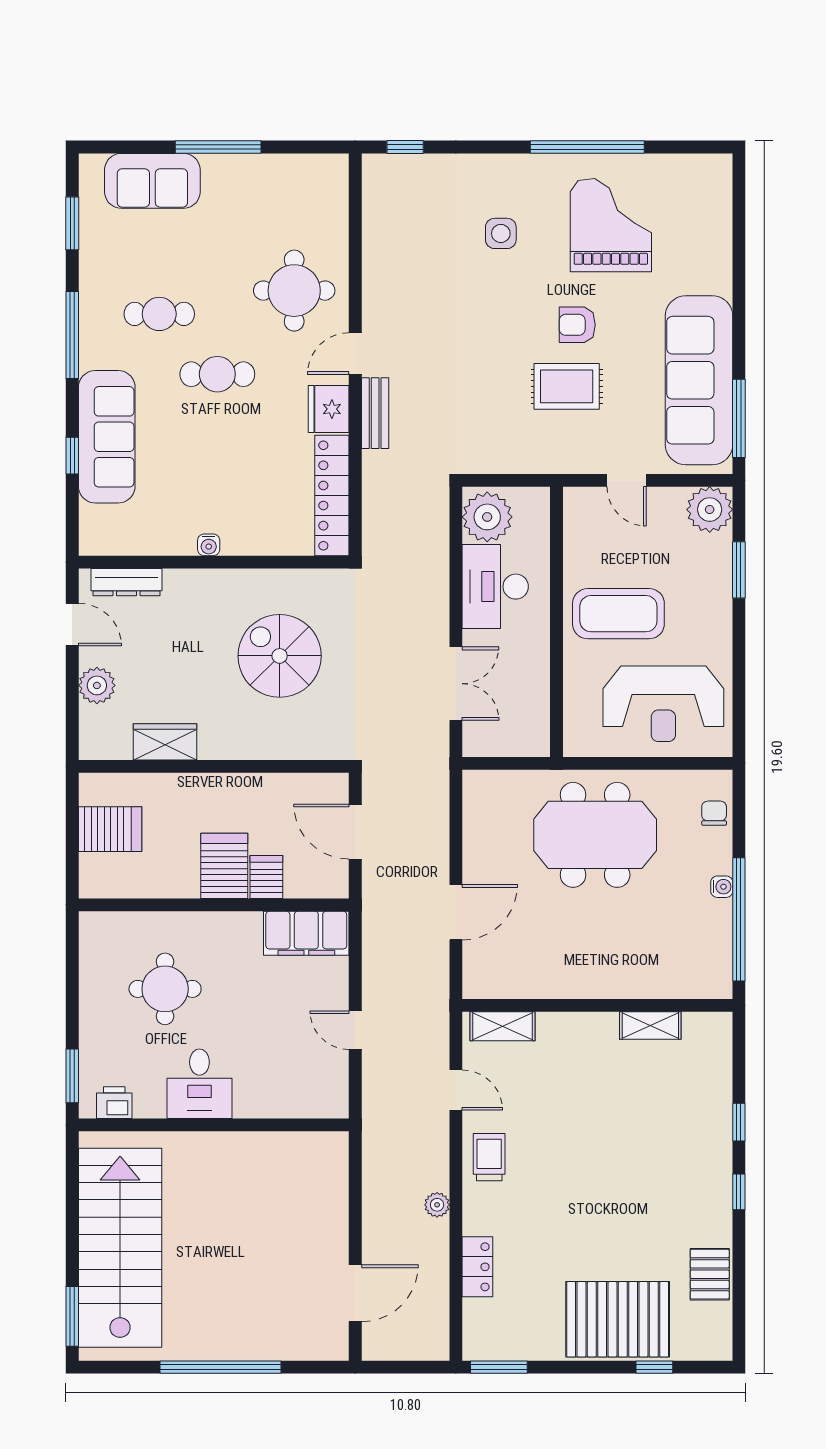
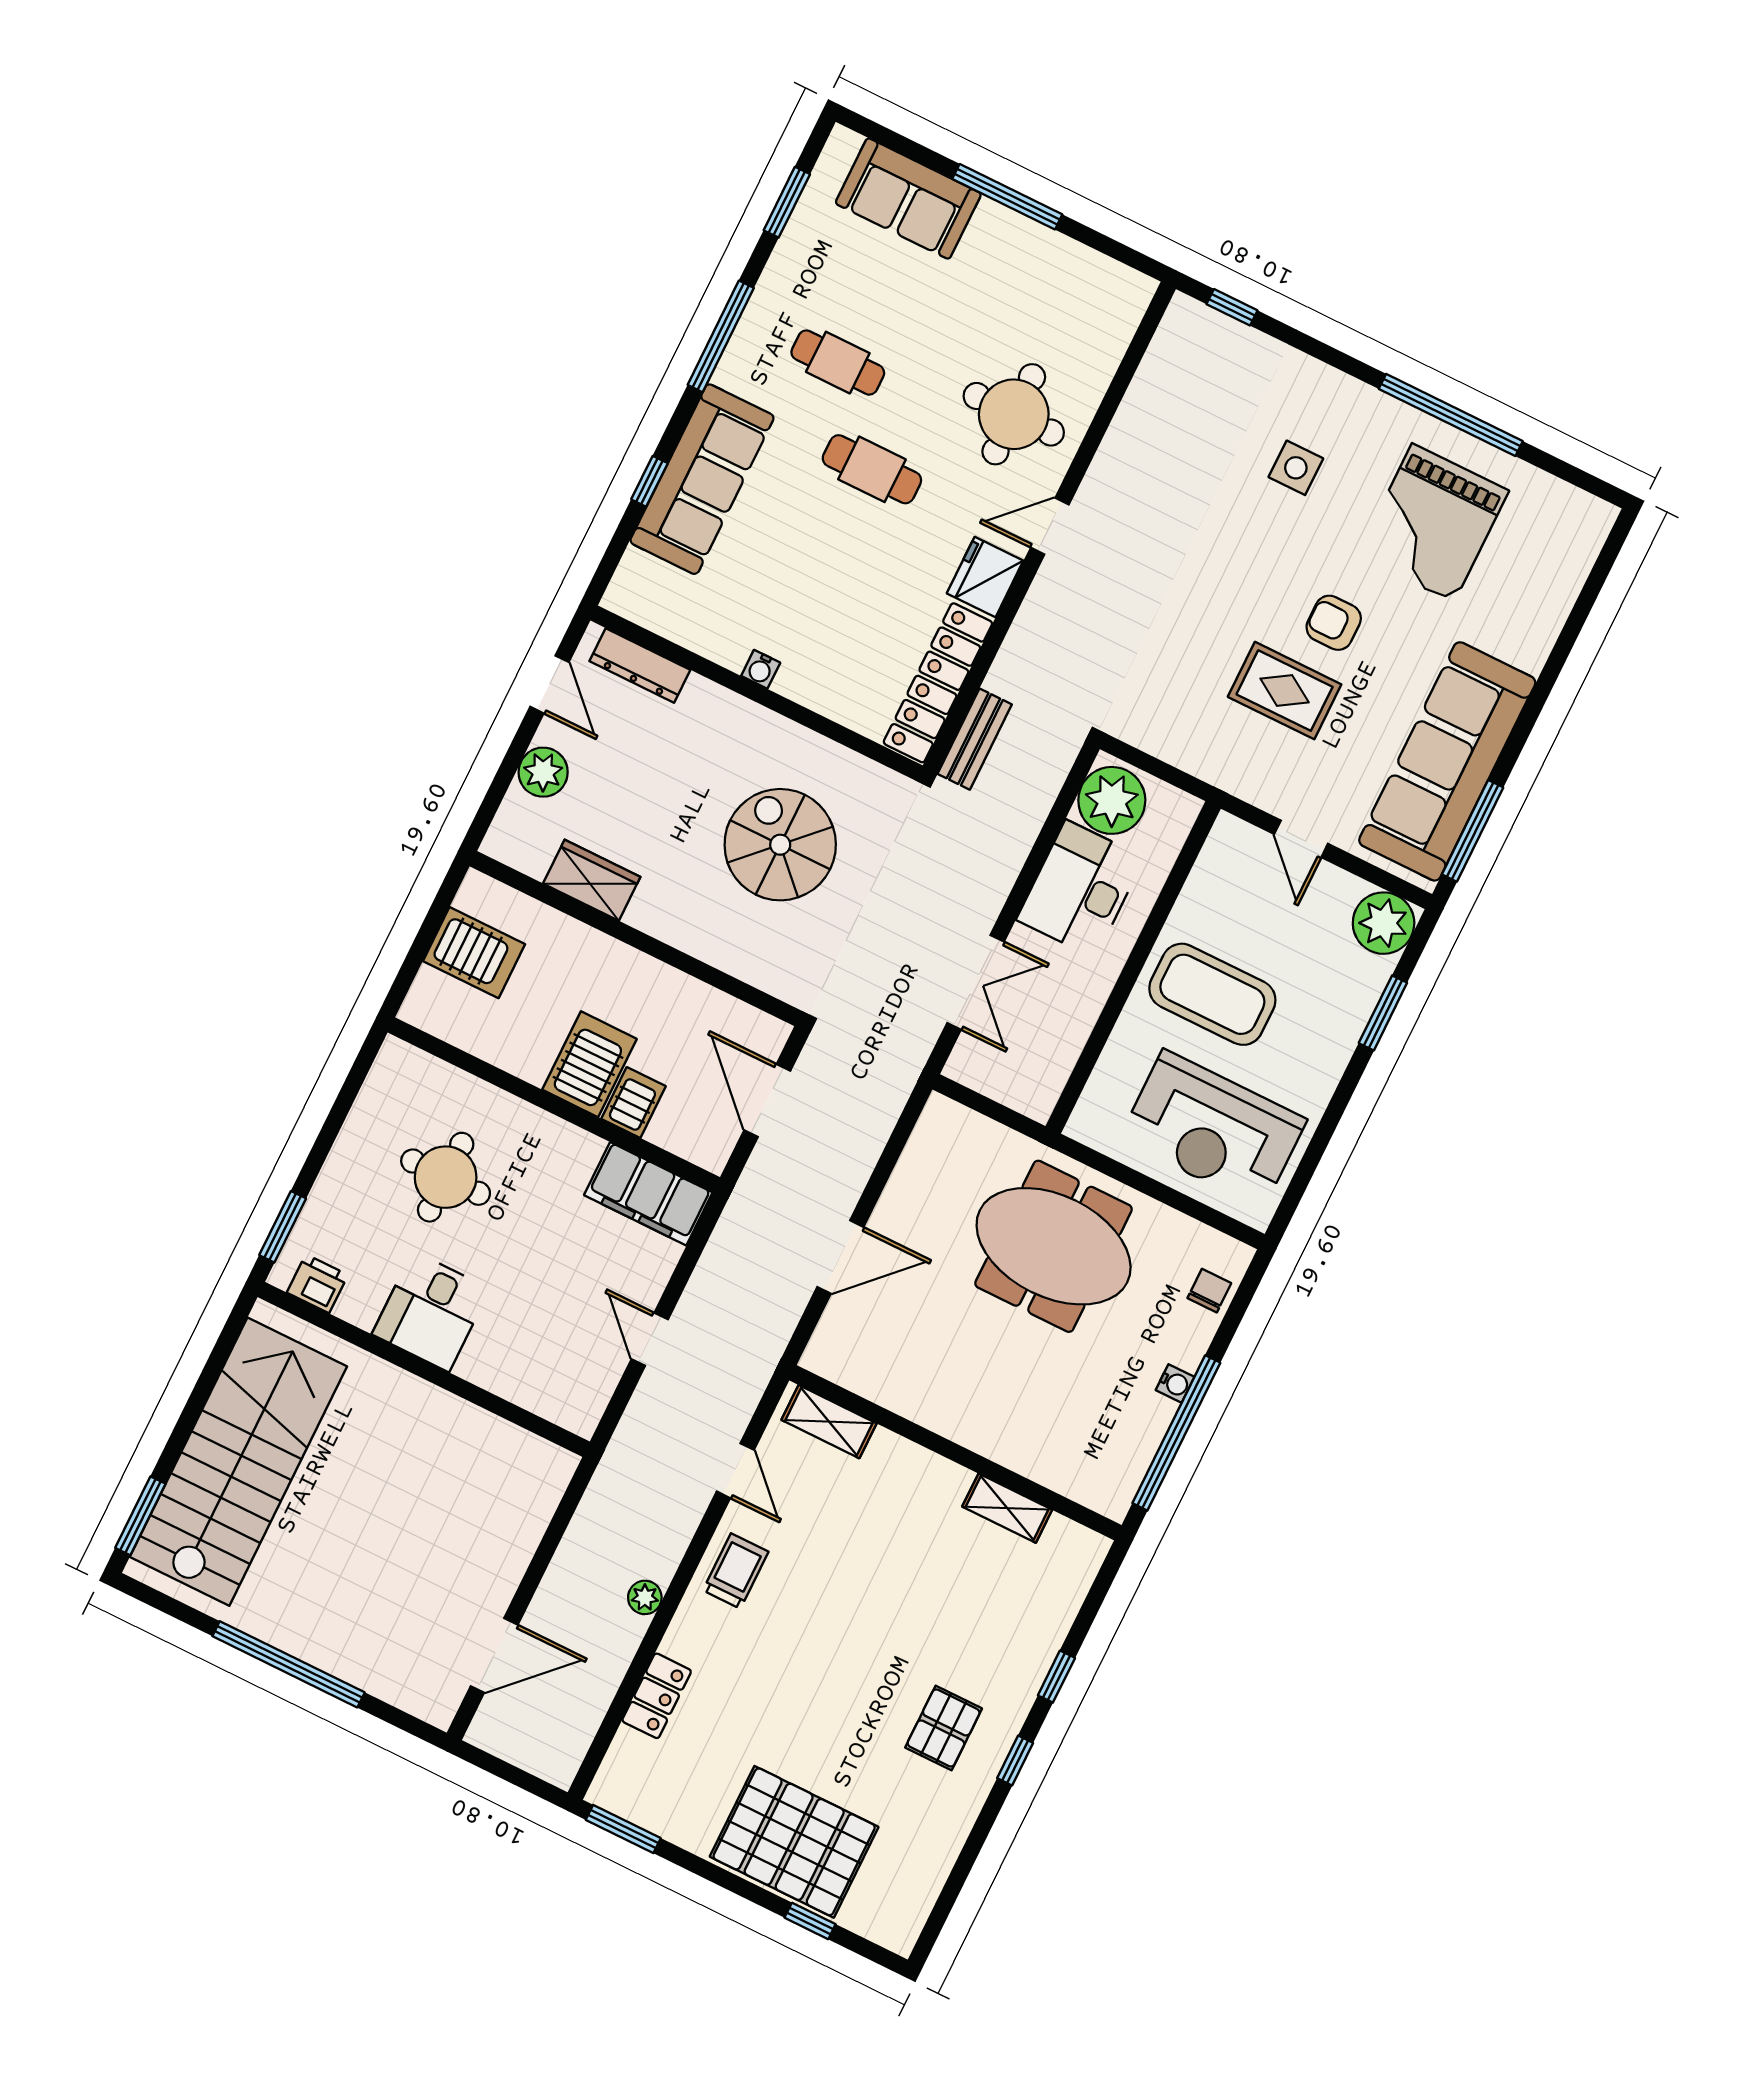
grand piano: (611, 225) -> (1433, 523), turned 180
bench: (375, 413) -> (975, 739), moved
pallet: (710, 1274) -> (944, 1728), moved

